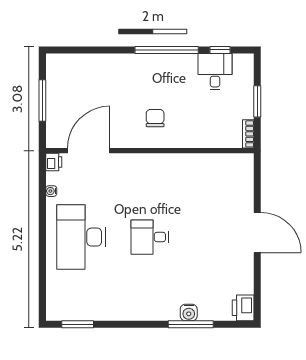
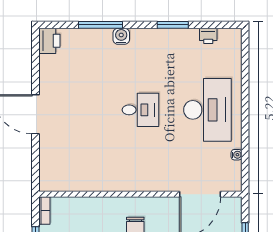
printer: (54, 162) -> (208, 36), moved, turned -90
water cooler: (189, 312) -> (121, 36), moved
window: (78, 324) -> (173, 25), moved

